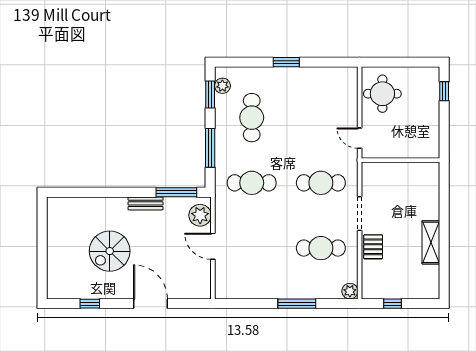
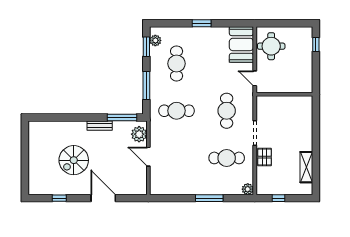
booth: (341, 91) -> (241, 44), added
cafe table: (321, 183) -> (227, 111), turned 90
shelving: (431, 242) -> (306, 167), moved

